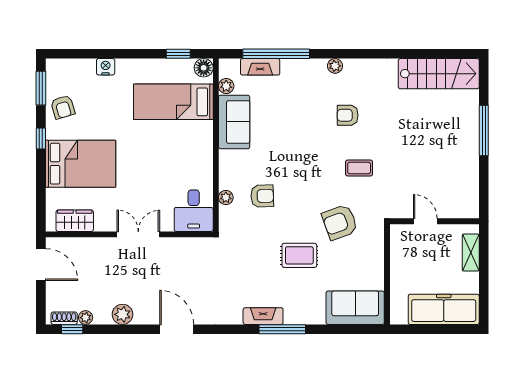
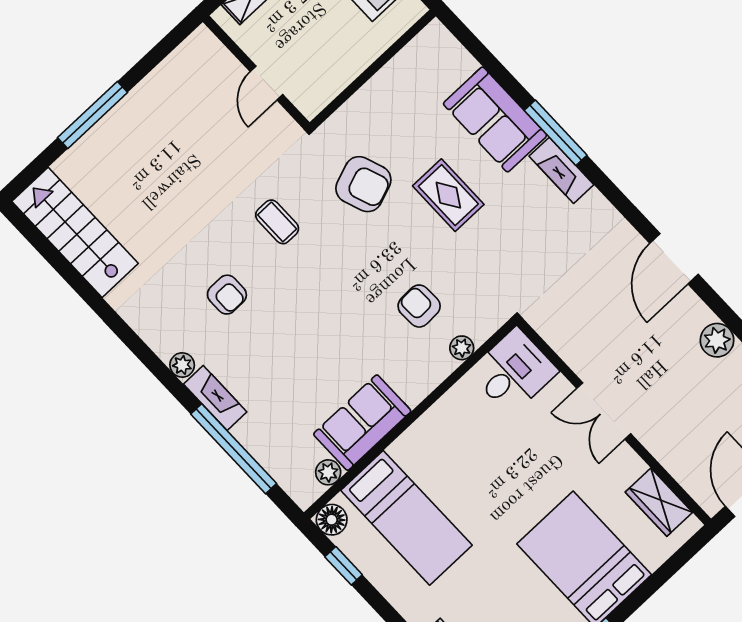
fireplace: (260, 67) -> (215, 398), moved
sofa: (355, 308) -> (495, 119), moved

